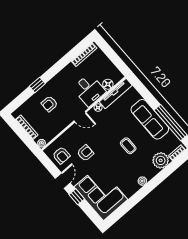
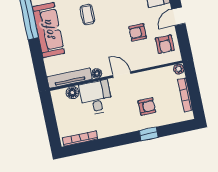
armchair: (61, 155) -> (165, 44), turned 180

